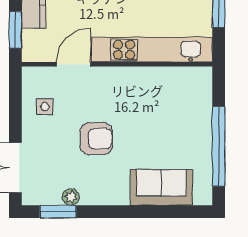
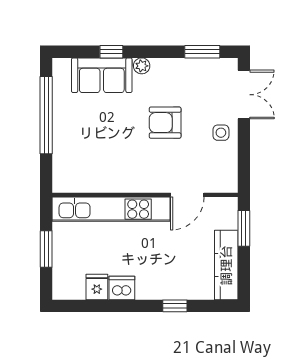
side table: (45, 107) -> (221, 133), moved
plant: (71, 197) -> (142, 66), moved
window: (152, 212) -> (111, 52), added

